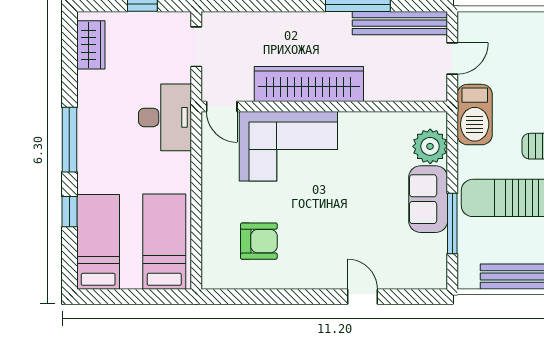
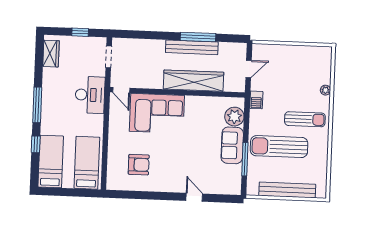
bench: (400, 23) -> (192, 47), moved
wardrobe: (309, 84) -> (194, 81), moved
barbecue: (475, 115) -> (256, 100), width x0.53, depth x0.65

